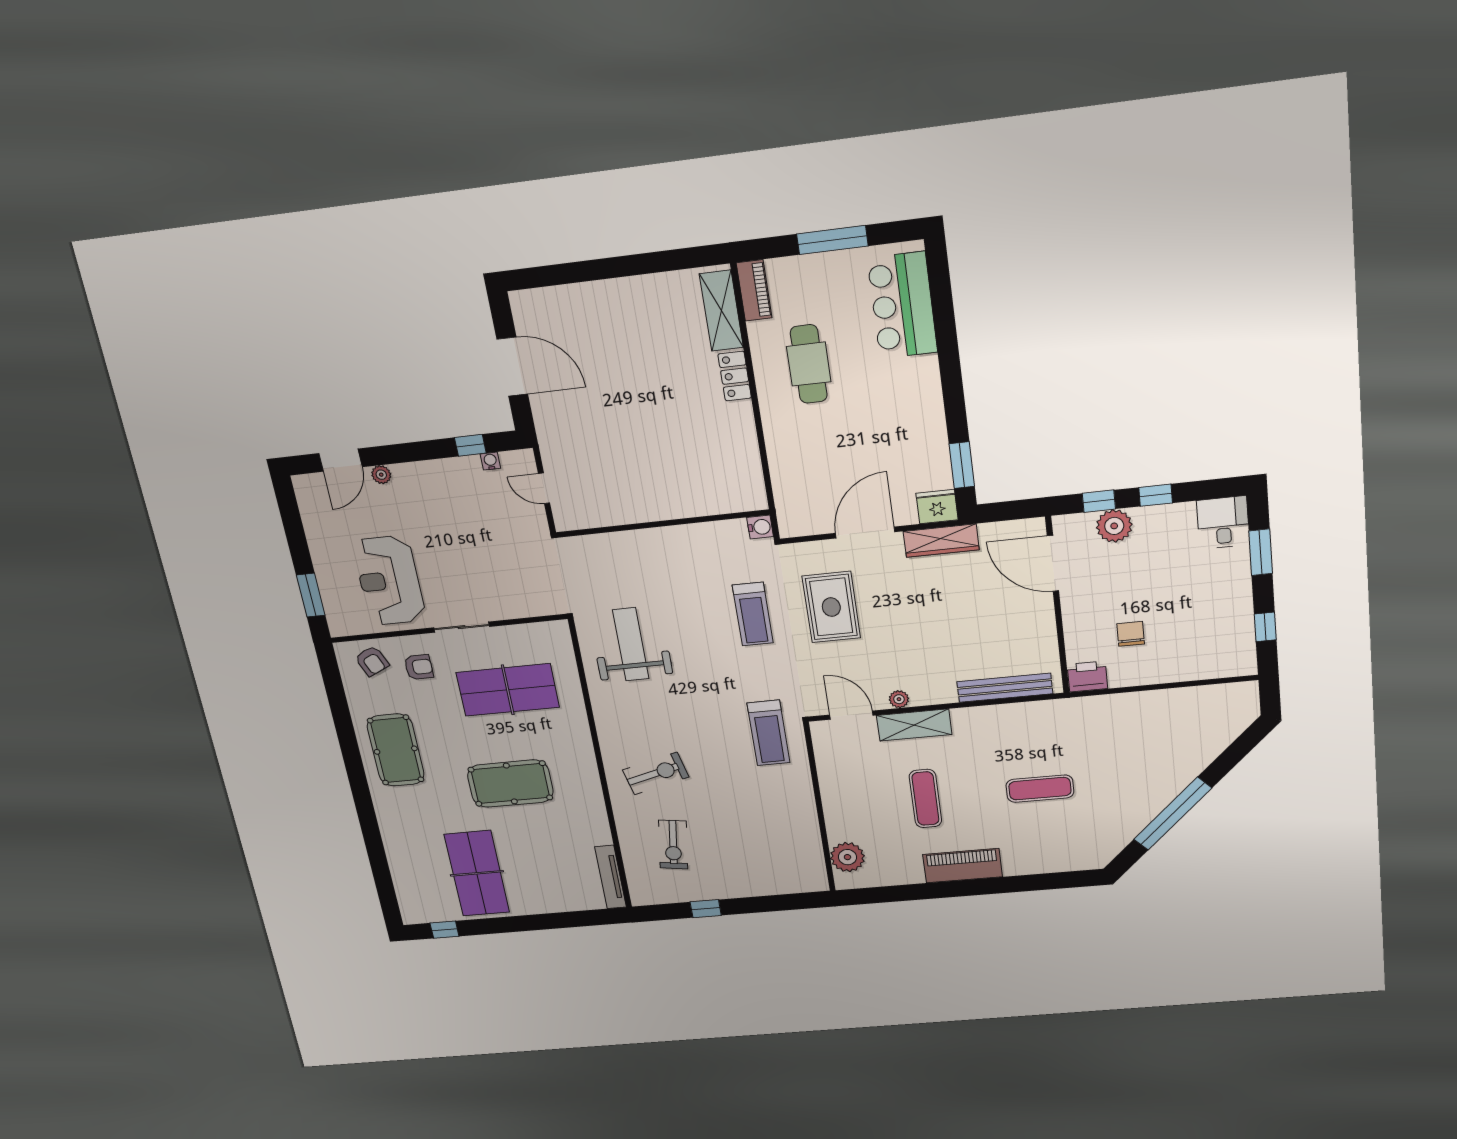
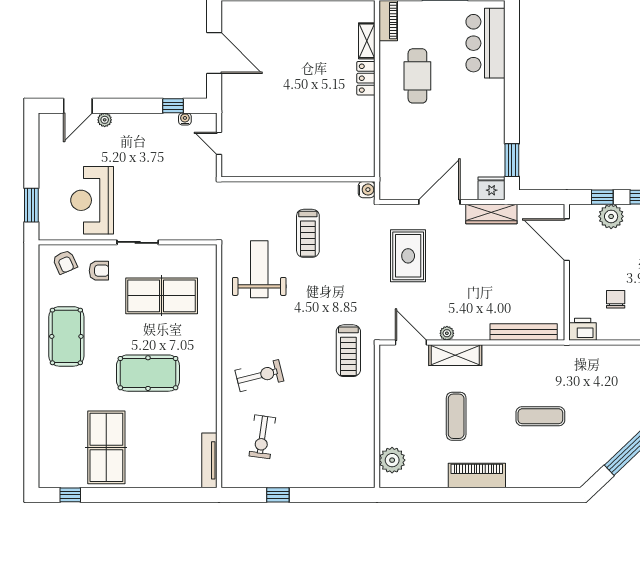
shelving: (721, 311) -> (367, 41), width x0.67, depth x0.75
treadmill: (753, 614) -> (308, 233), moved

